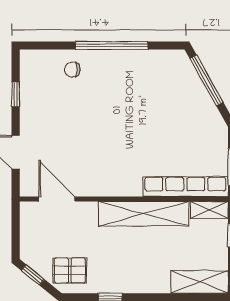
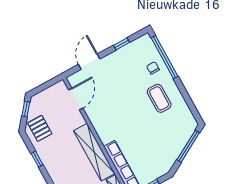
window: (112, 45) -> (165, 57), moved
coffee table: (119, 84) -> (159, 98), added

